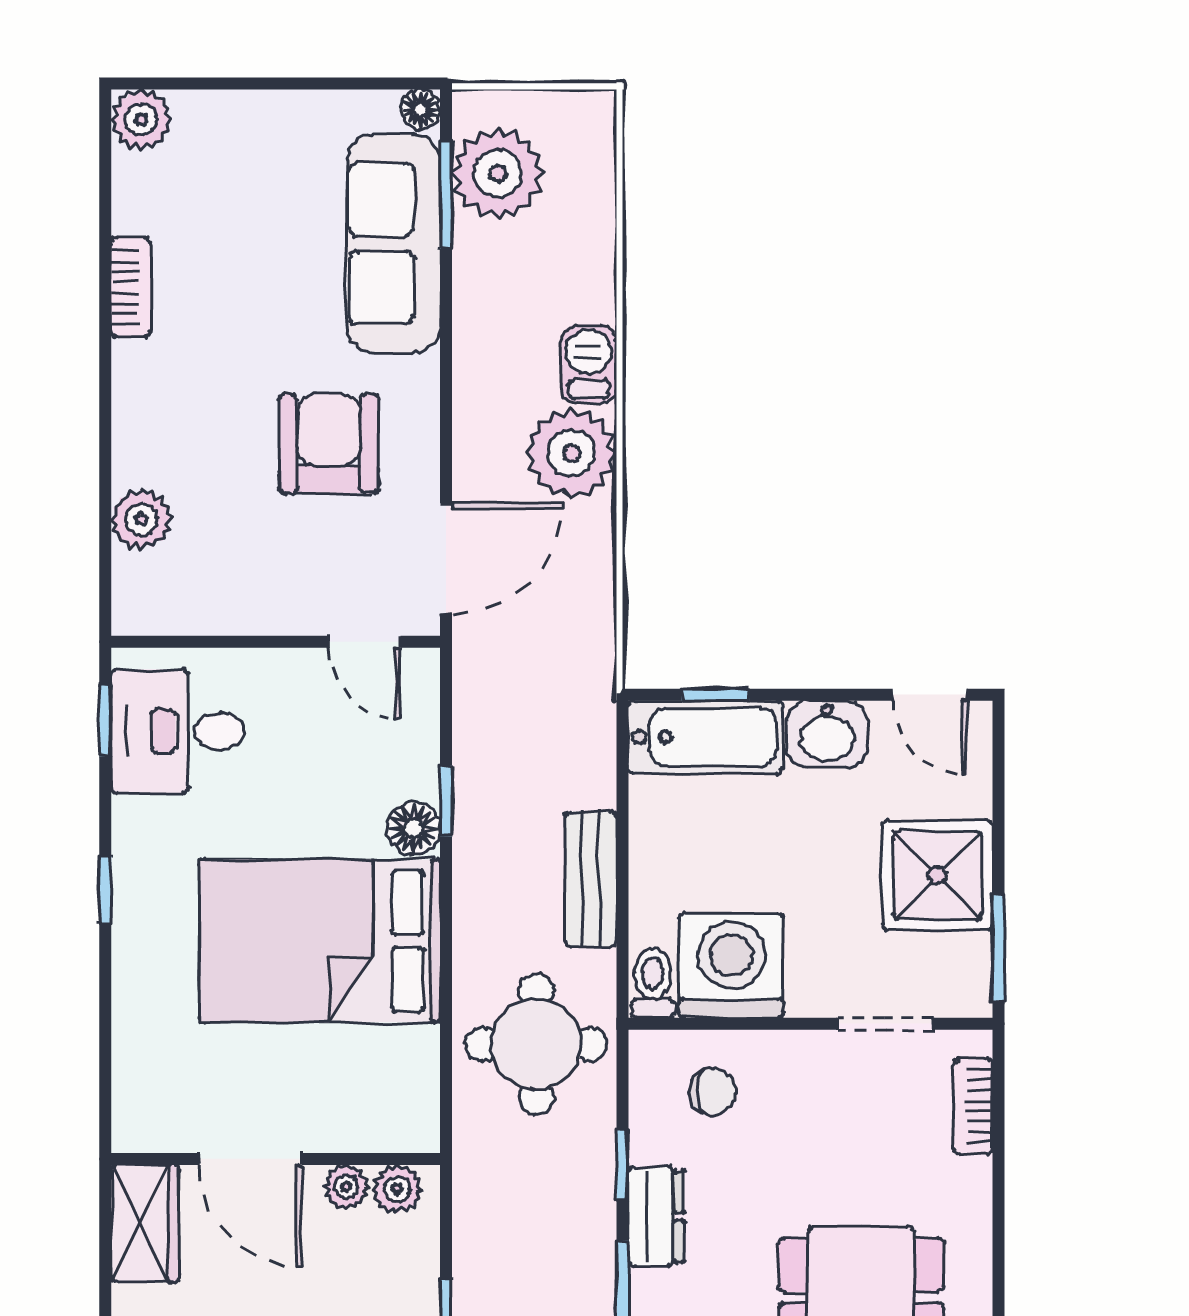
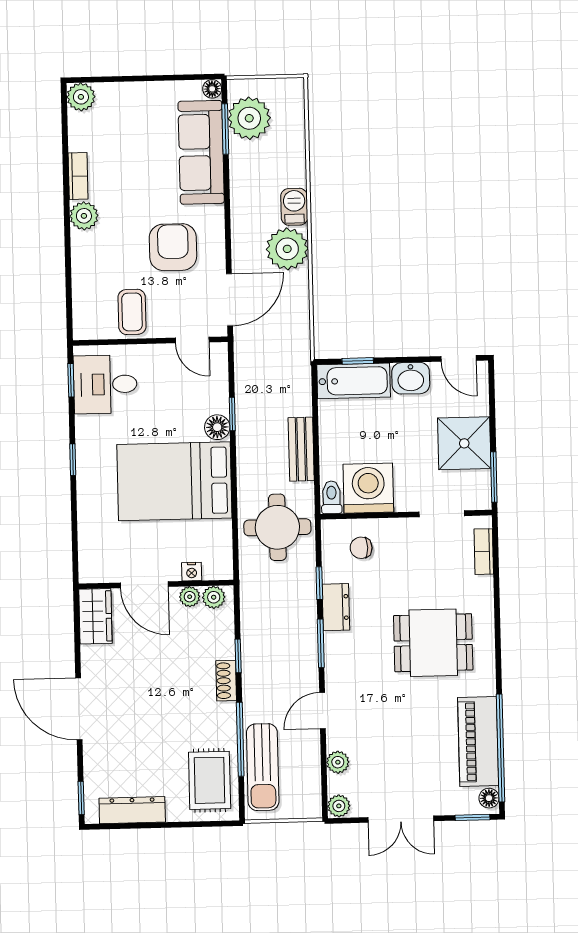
plant: (141, 519) -> (84, 216), moved
coffee table: (239, 579) -> (132, 312), added
chair: (713, 1092) -> (361, 548), turned 180
nightstand: (352, 1133) -> (192, 572), added

